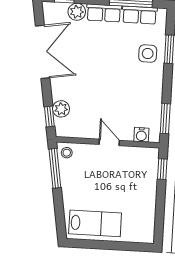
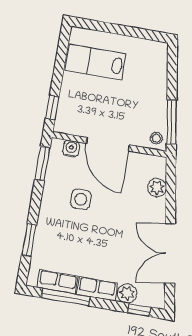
side table: (148, 54) -> (81, 199), moved
window: (49, 116) -> (171, 181), removed
door: (109, 142) -> (108, 144), width x1.87
lab bench: (95, 223) -> (96, 62), moved

